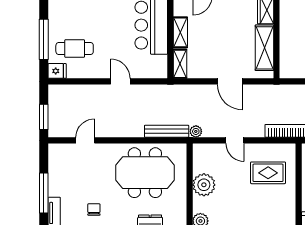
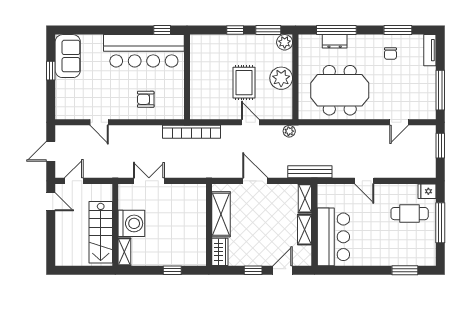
bench: (167, 131) -> (310, 172), moved
rug: (268, 173) -> (244, 83), moved, turned 90
window: (44, 193) -> (440, 90), moved

